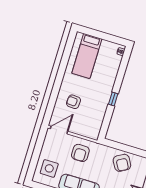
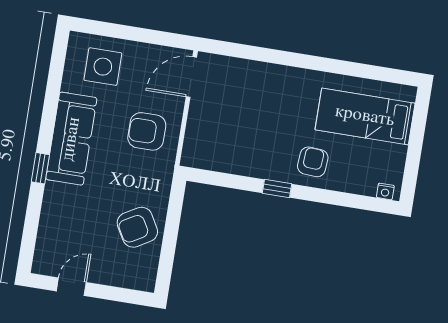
armchair: (73, 102) -> (313, 162), moved
door: (59, 130) -> (191, 77), swing flipped

